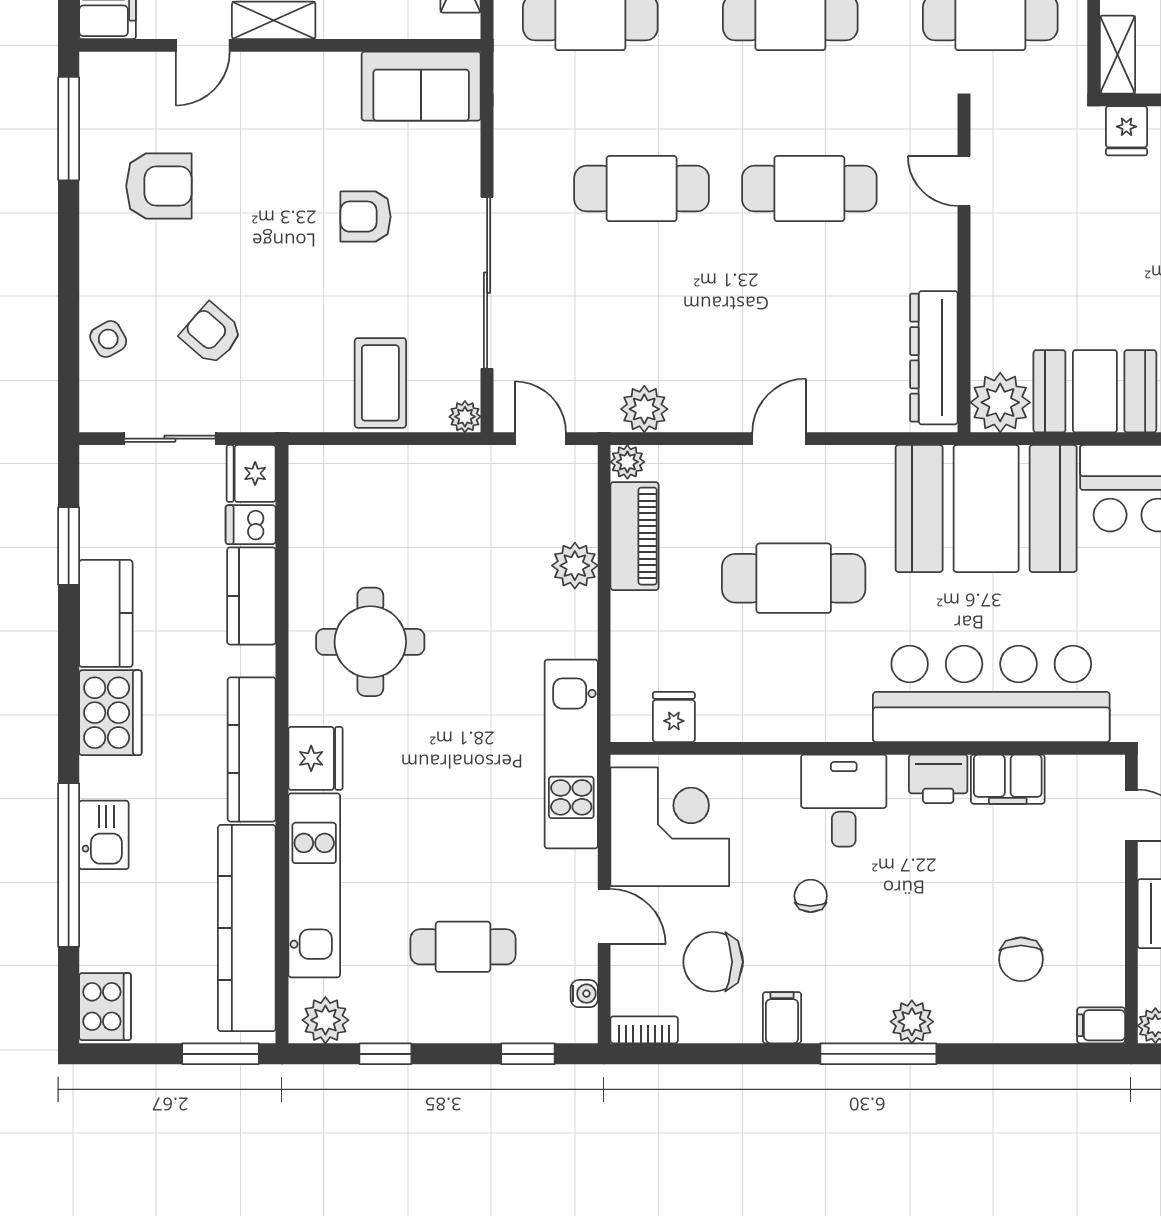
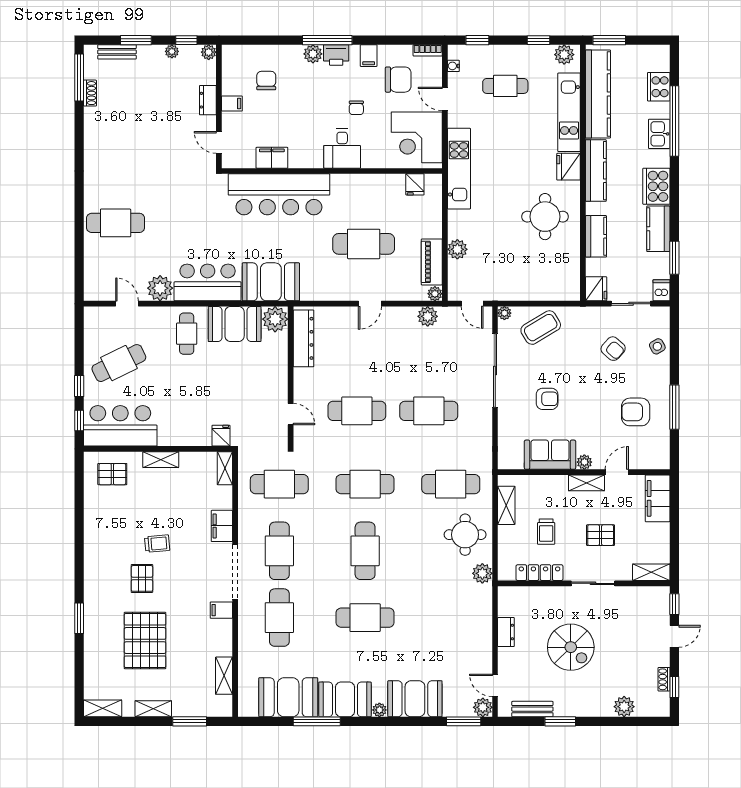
plant: (278, 69) -> (584, 462), added
sofa: (421, 86) -> (550, 455), moved
window: (69, 129) -> (674, 407), moved
coffee table: (380, 383) -> (541, 328), turned 59
booth: (986, 508) -> (271, 282), width x0.73, depth x0.70
dishwasher: (251, 525) -> (661, 290), moved, turned -90
printer: (938, 779) -> (336, 55), moved, turned 180
cooker: (105, 1007) -> (659, 87), moved
filing cabinet: (1101, 1025) -> (232, 104), moved

